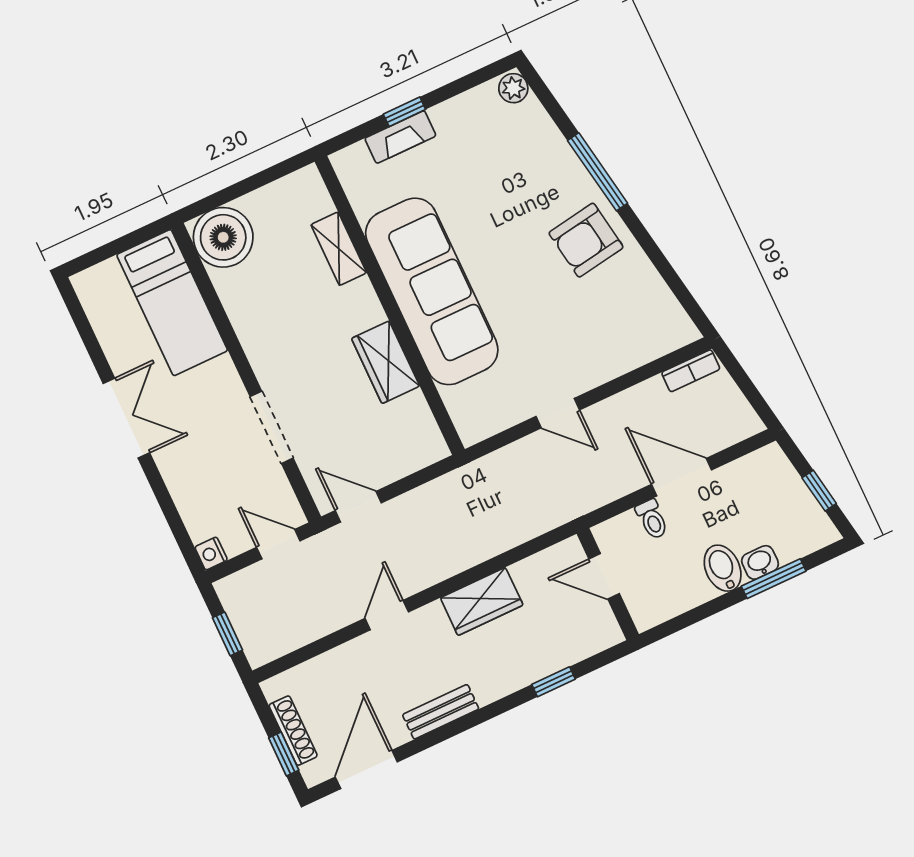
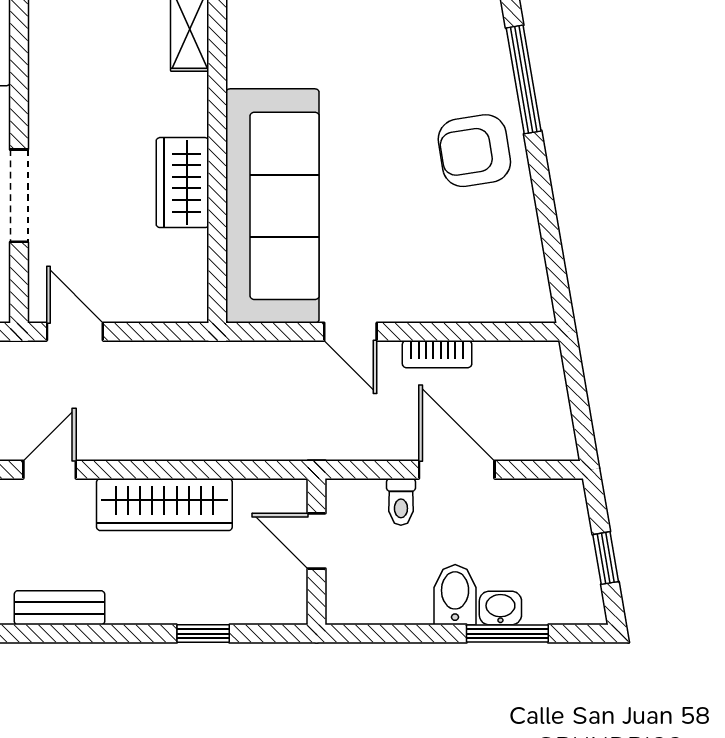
sofa: (432, 291) -> (272, 206), moved
bookcase: (691, 371) -> (437, 354), moved
wardrobe: (482, 601) -> (164, 505), width x1.50

